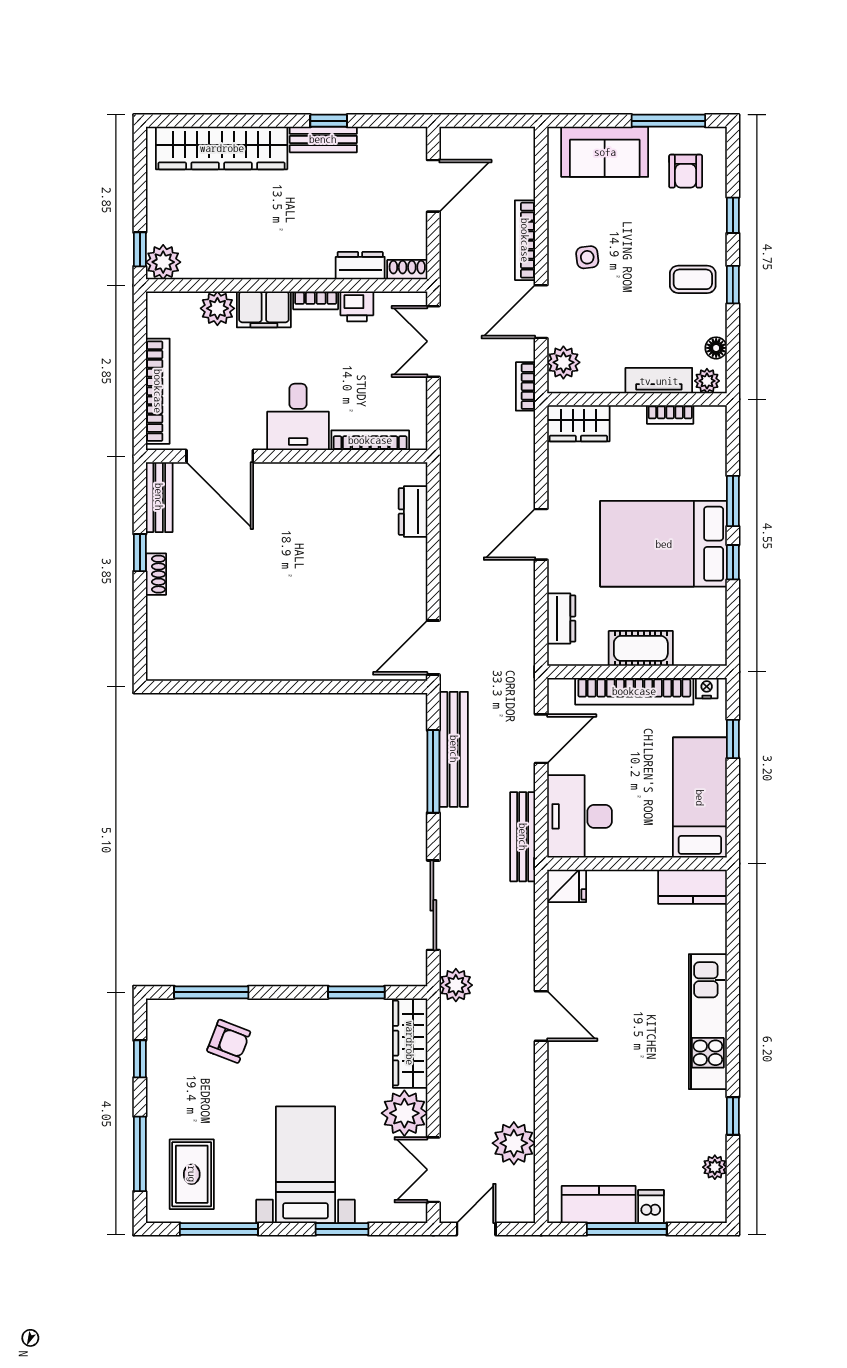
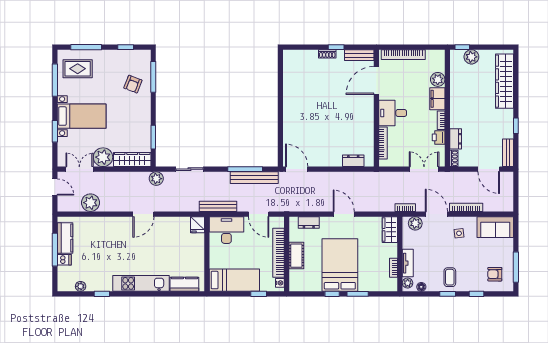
bench: (323, 139) -> (508, 153), moved
sofa: (605, 152) -> (495, 227), moved, turned -90
plant: (163, 262) -> (471, 57), moved
kitchen counter: (693, 887) -> (184, 284), moved, turned 90
sliding door: (433, 905) -> (189, 169), width x0.73

